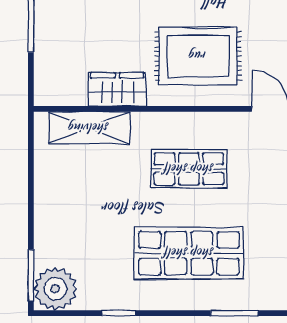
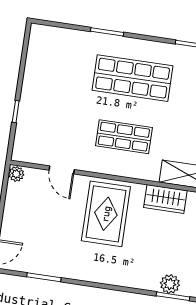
rug: (198, 56) -> (106, 214), turned 90

